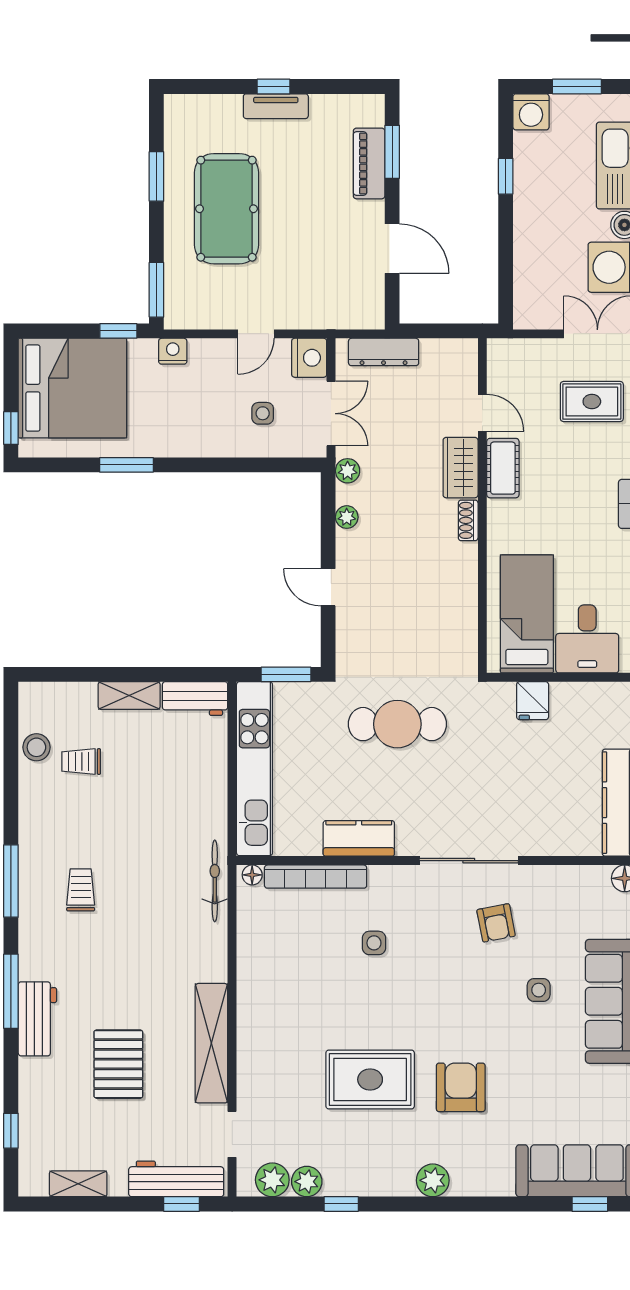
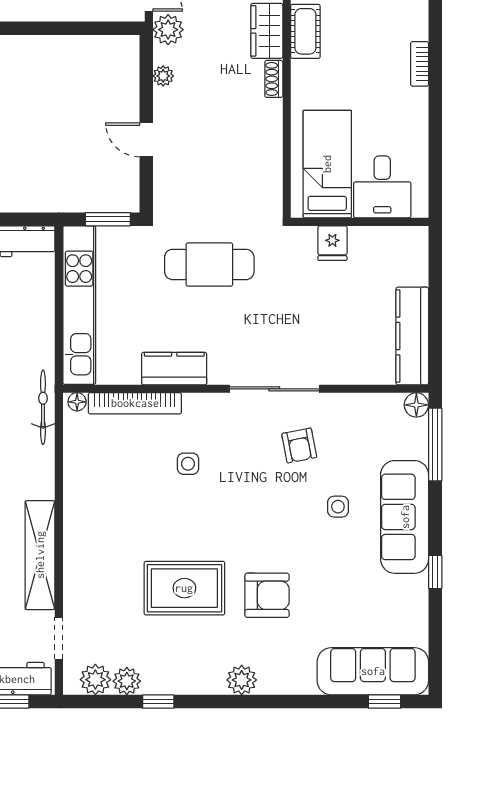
plant: (348, 471) -> (168, 30), width x1.38, depth x1.38
armchair: (461, 1087) -> (267, 595), turned 90

